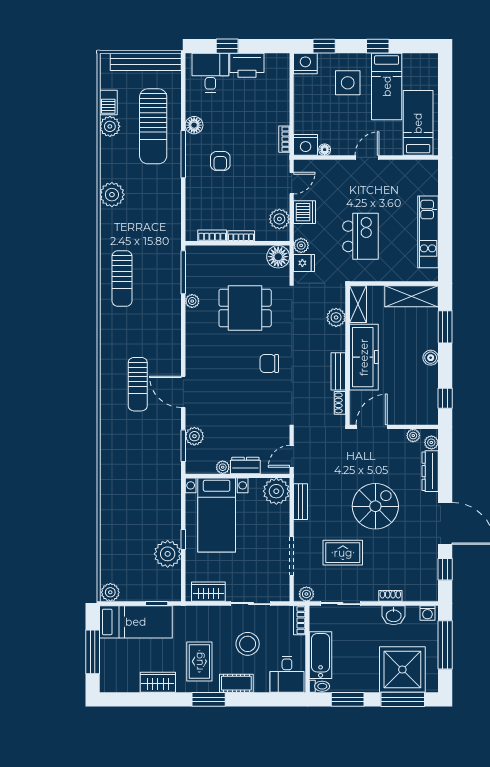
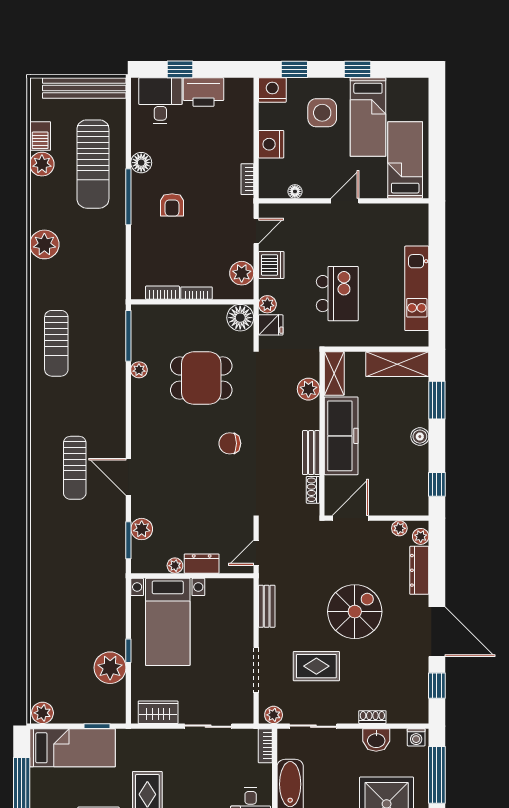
nightstand: (306, 145) -> (271, 144), moved, turned 90
plant: (276, 491) -> (238, 594), removed
stool: (248, 644) -> (204, 774), removed

